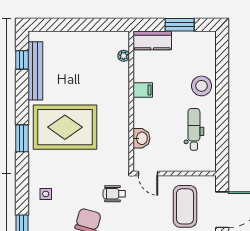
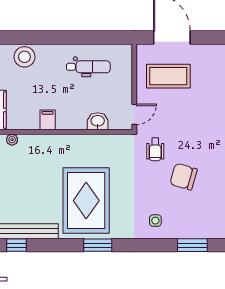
stool: (201, 86) -> (24, 57), moved
dental chair: (194, 129) -> (88, 67), turned 180

